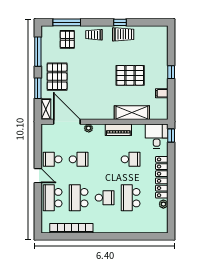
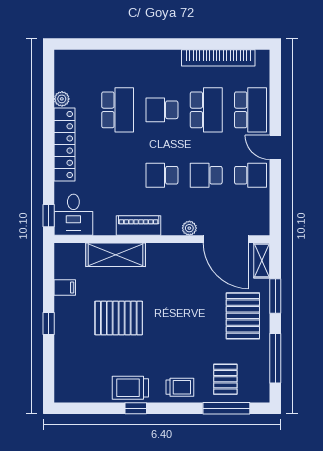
school desk: (131, 159) -> (162, 175), moved

